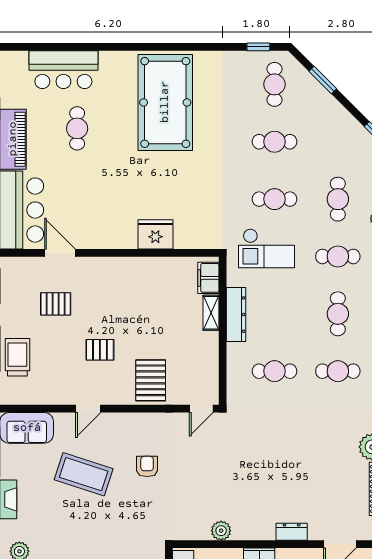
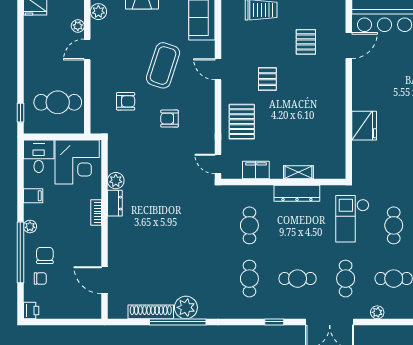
filing cabinet: (208, 278) -> (256, 170), moved
pallet: (151, 380) -> (242, 122), turned 90
armchair: (147, 466) -> (170, 119), turned 180
armchair: (126, 519) -> (126, 101), added
dresser: (292, 532) -> (115, 203), moved

